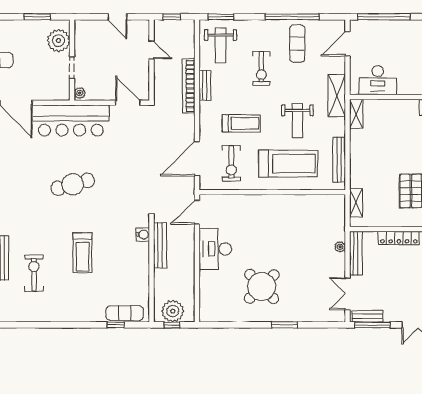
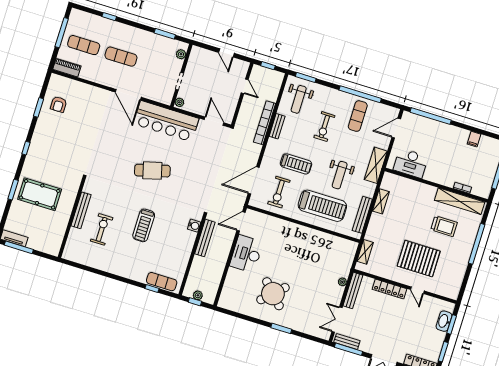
plant: (59, 41) -> (181, 54), width x0.53, depth x0.53
shelving: (356, 114) -> (381, 201), moved
plant: (173, 311) -> (198, 295), width x0.53, depth x0.53

